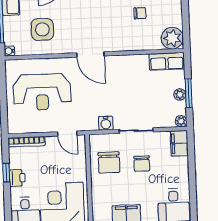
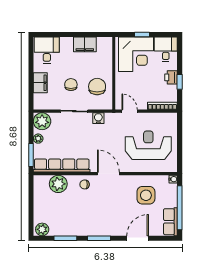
chair: (140, 13) -> (85, 184), moved
plant: (172, 38) -> (58, 184), moved
row of seats: (167, 61) -> (62, 166), width x2.02
window: (189, 93) -> (31, 155), moved
plant: (181, 121) -> (42, 121), width x1.87, depth x1.87
filing cabinet: (179, 143) -> (40, 83), moved

